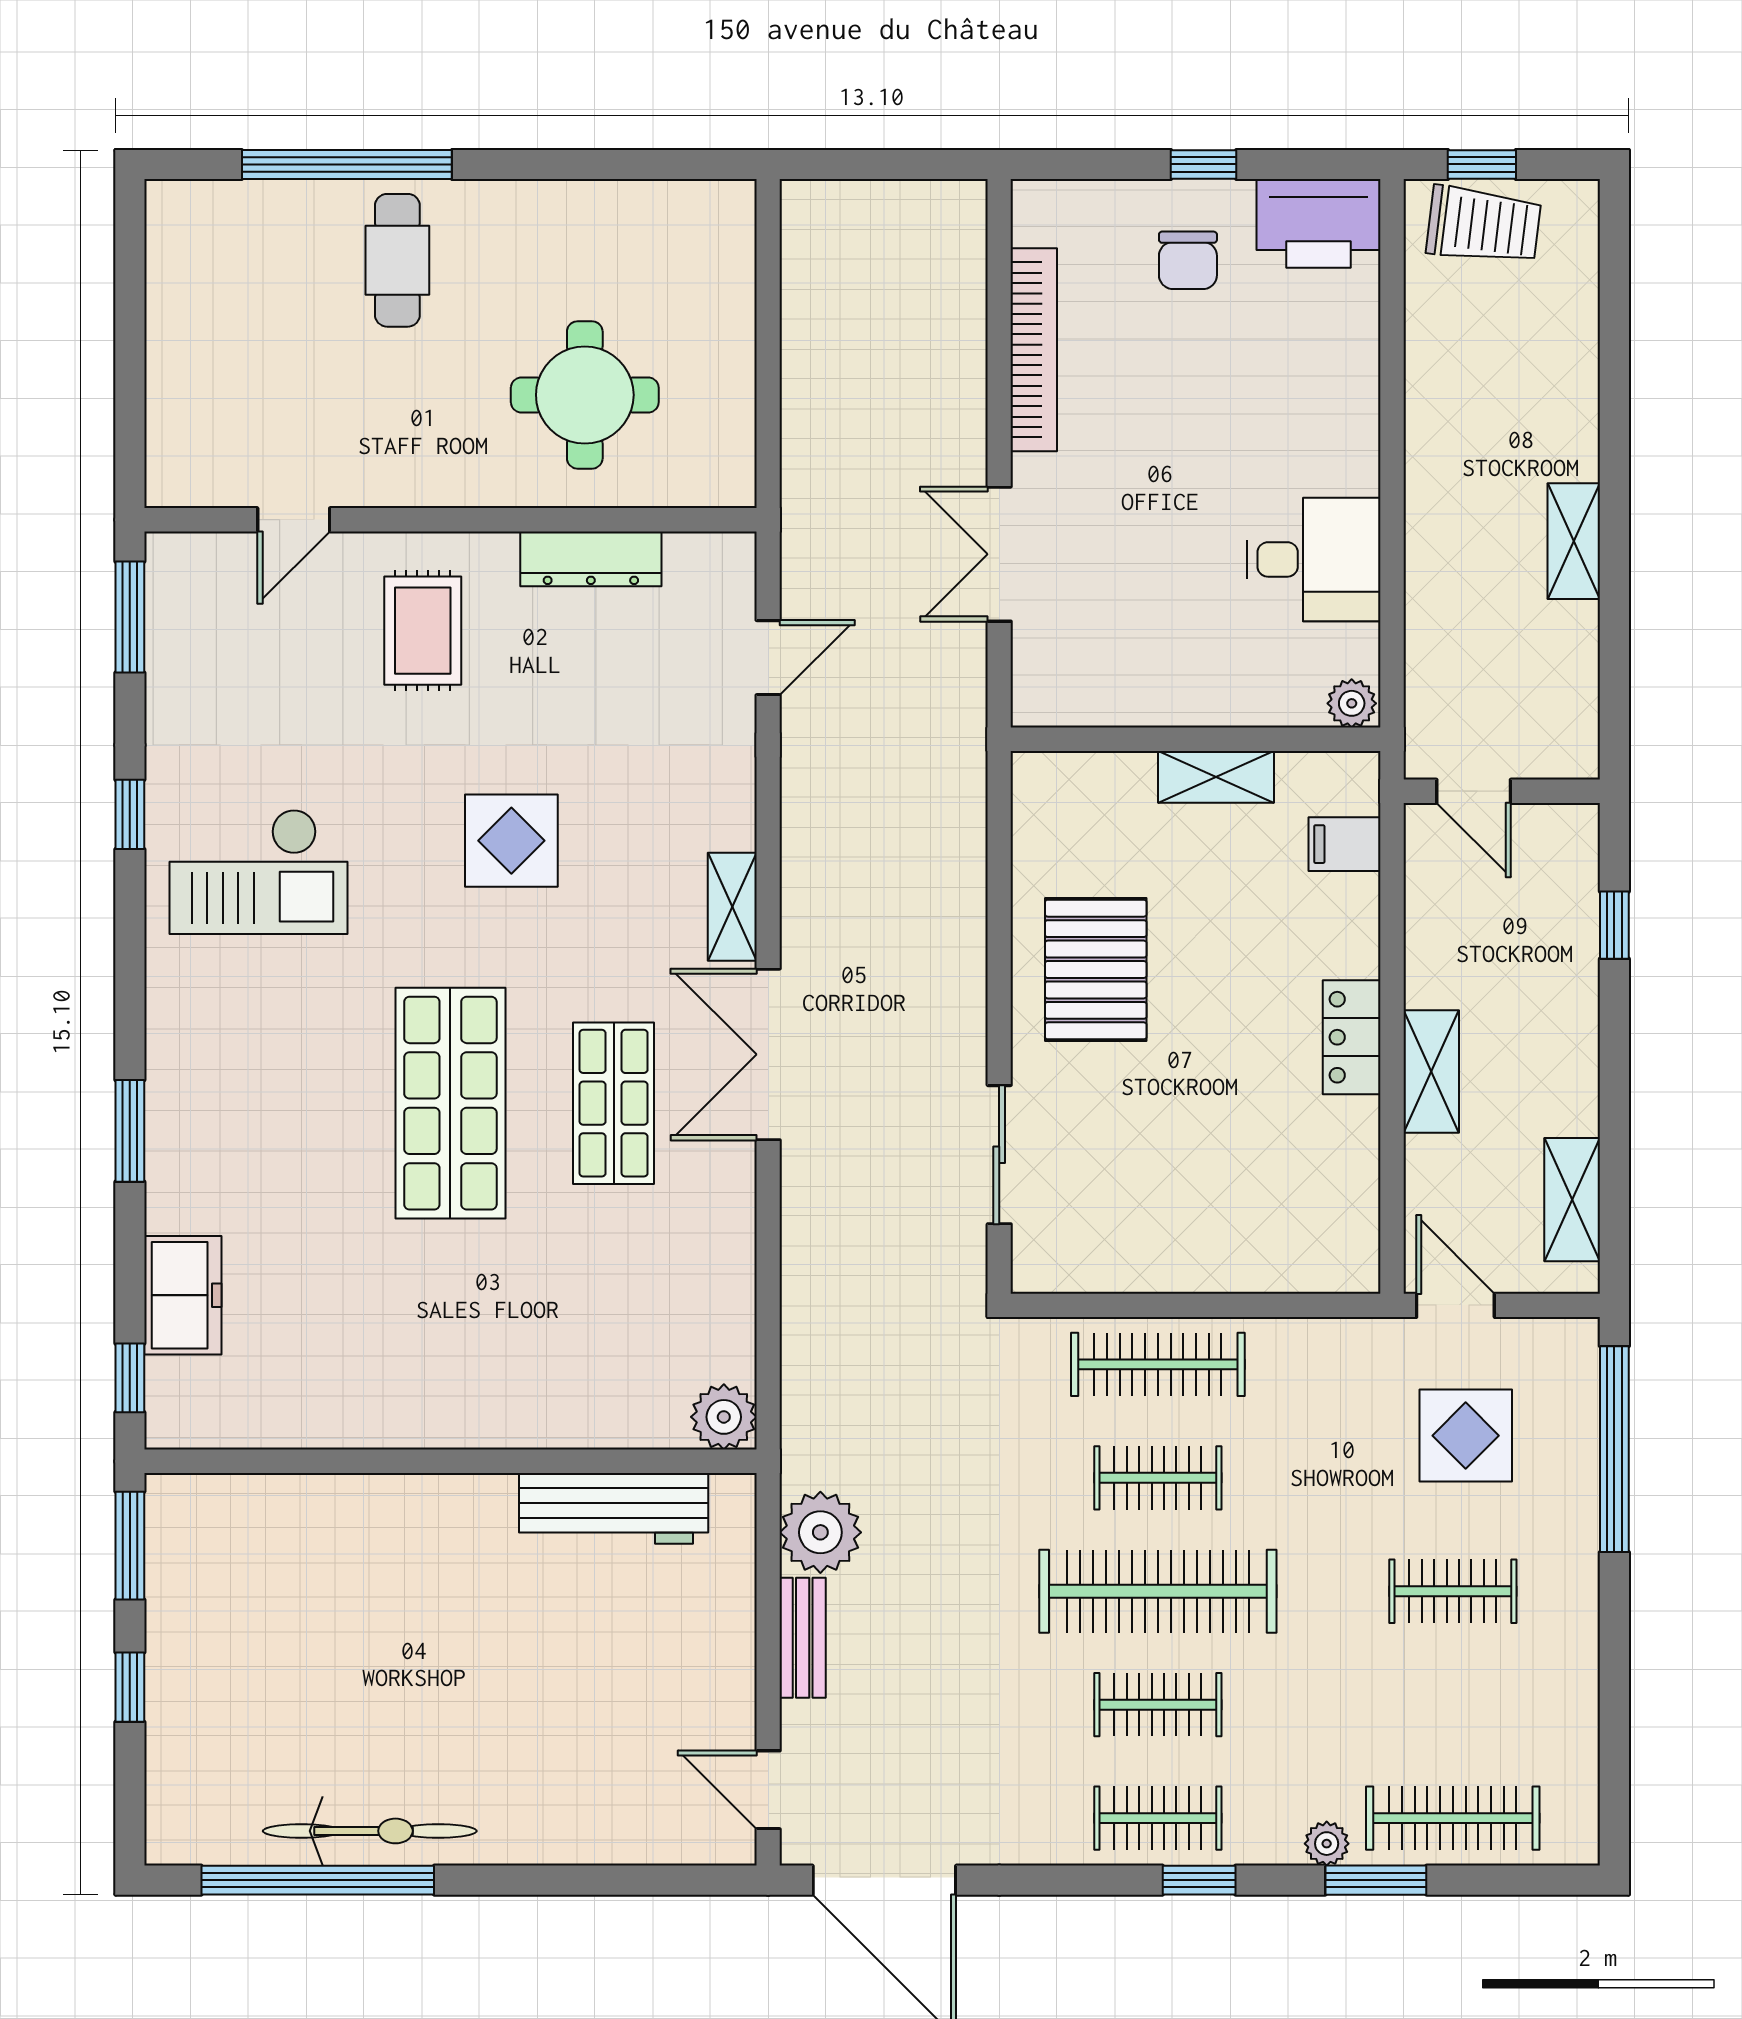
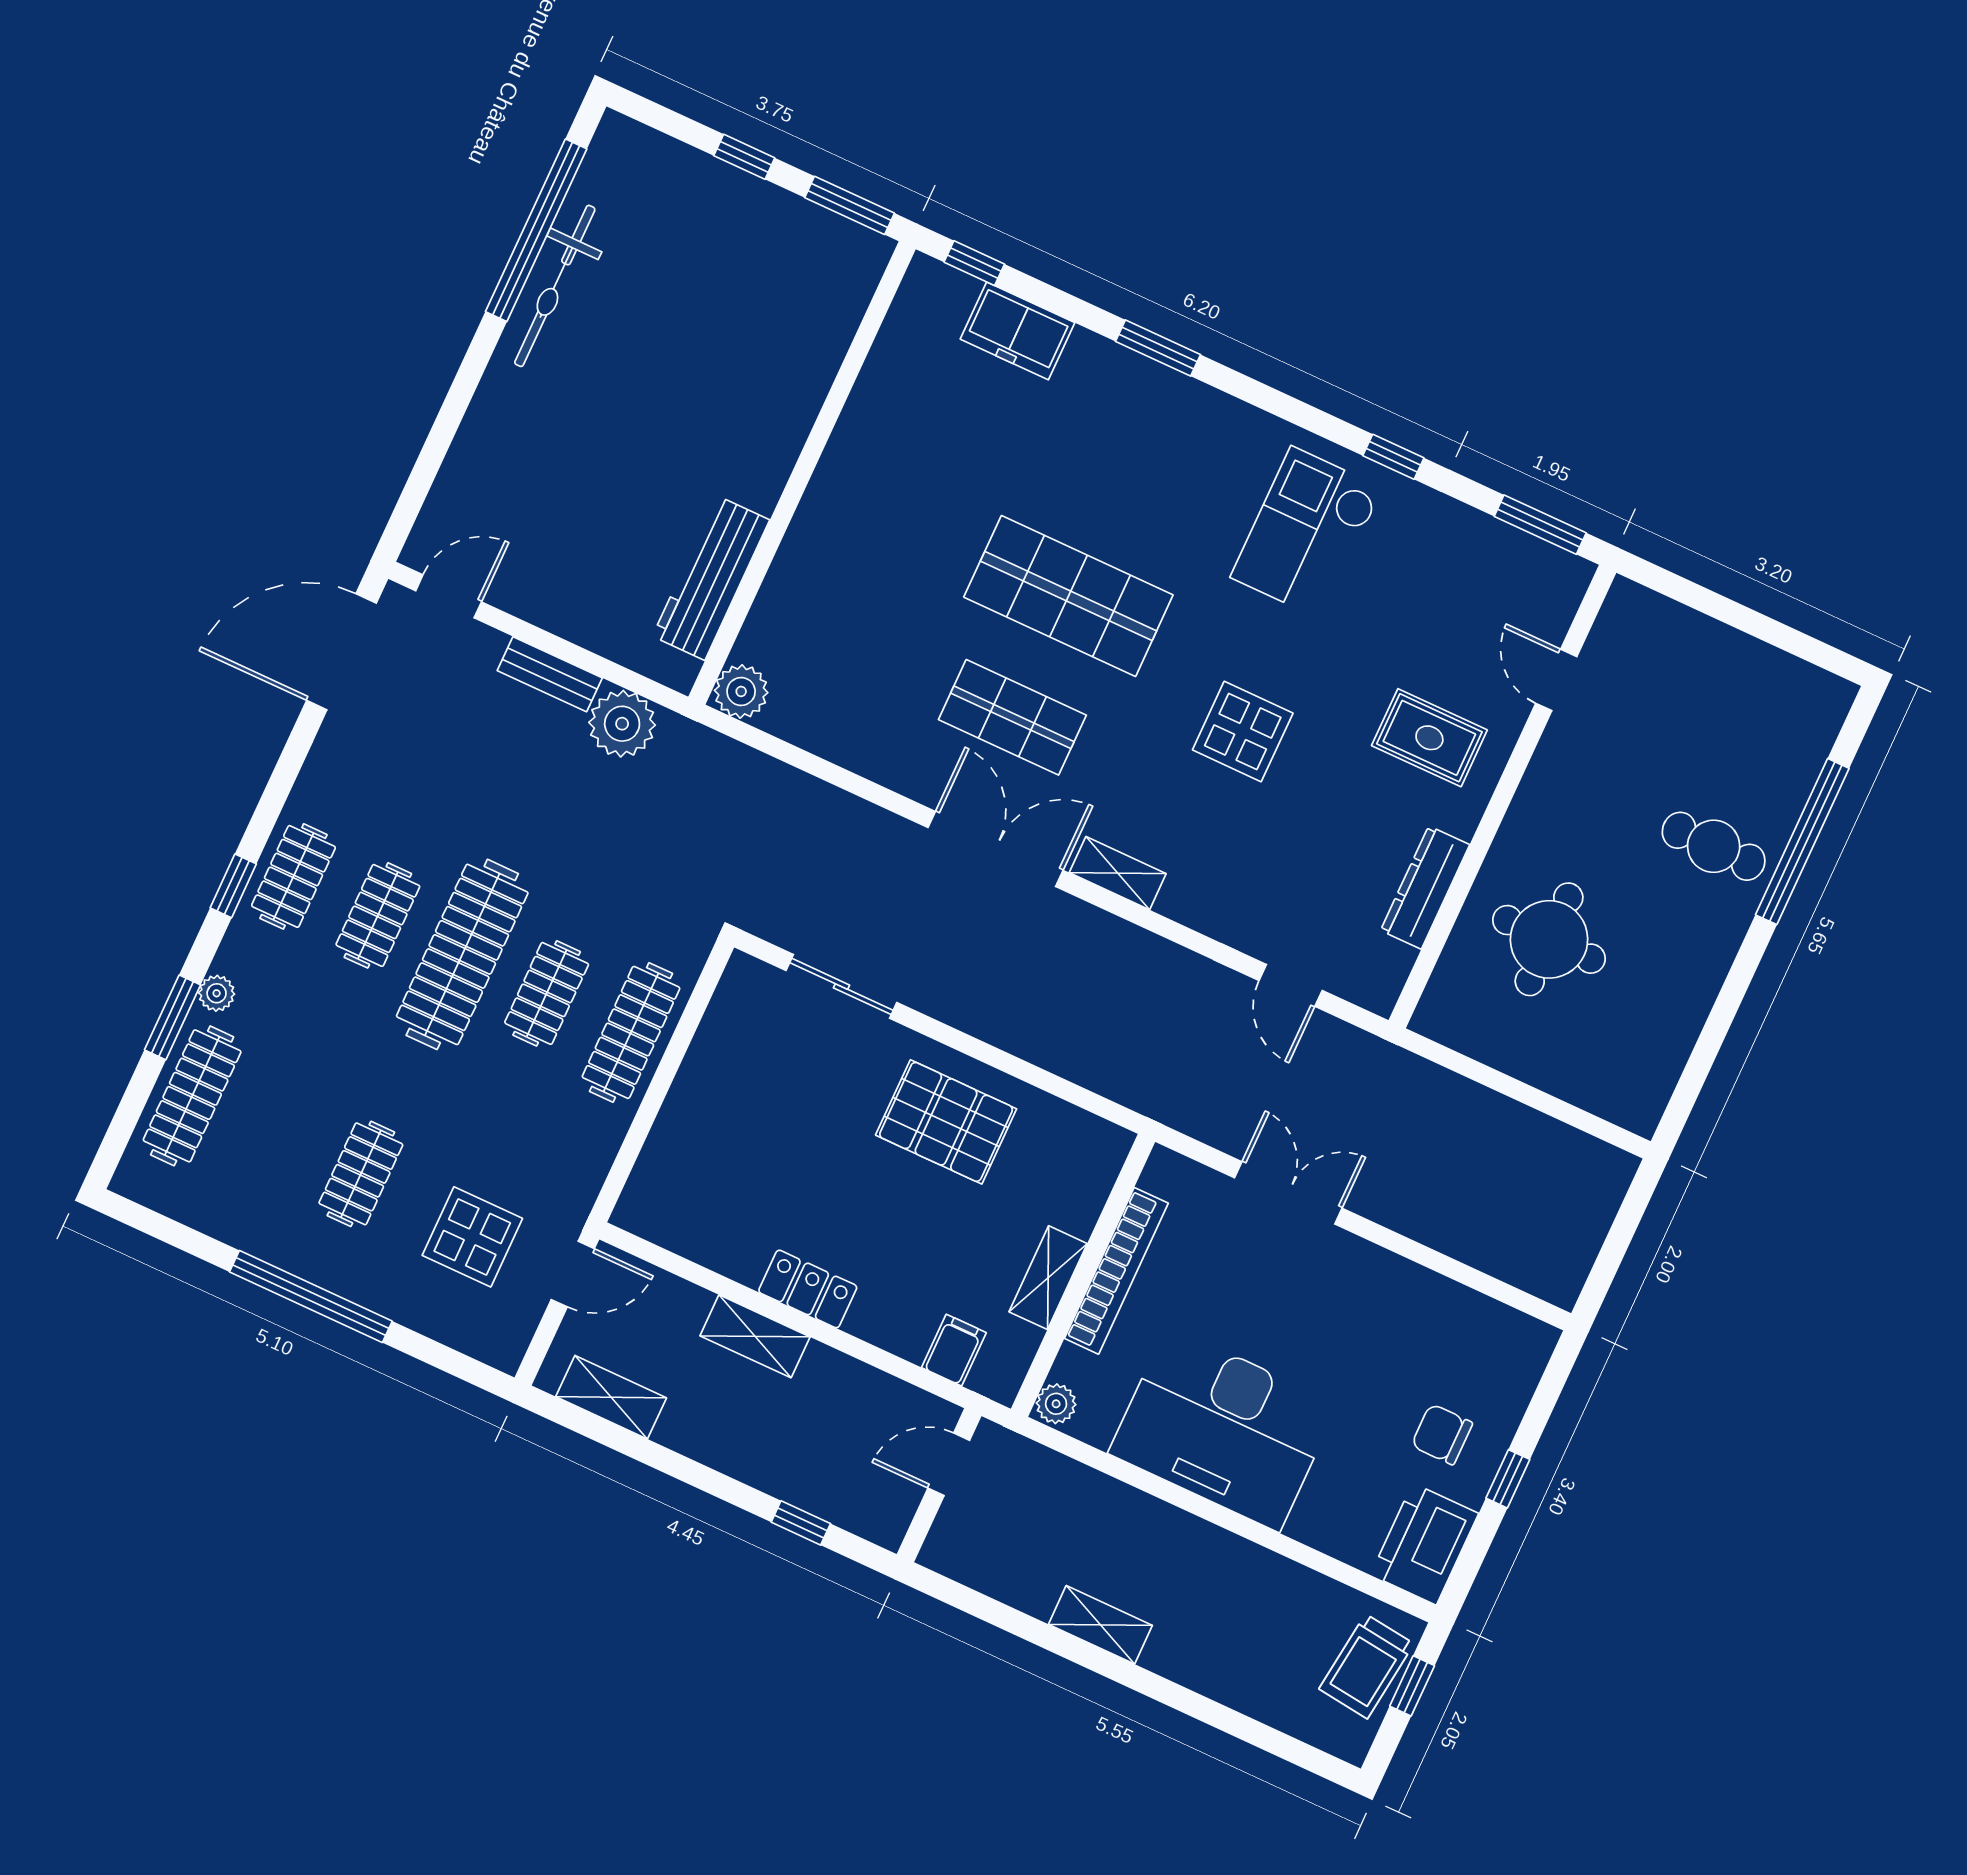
bookcase: (1034, 350) -> (1116, 1271), moved, turned -90
desk: (1314, 559) -> (1223, 1429), width x1.87, depth x1.30
window: (1614, 1449) -> (311, 1297), moved

